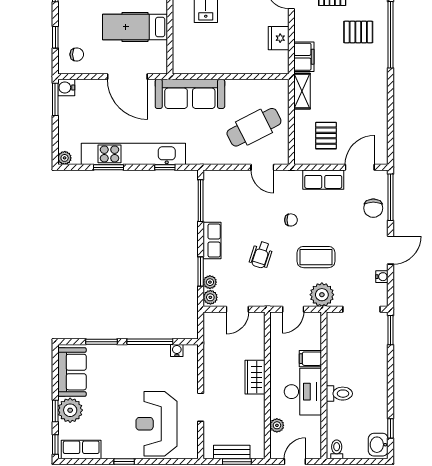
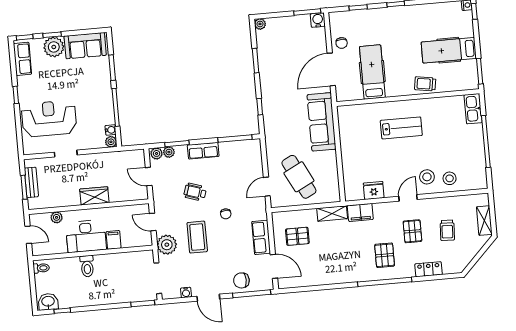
chair: (77, 54) -> (342, 43), moved
kitchen unit: (133, 154) -> (268, 80), removed
plant: (191, 351) -> (111, 142), added

